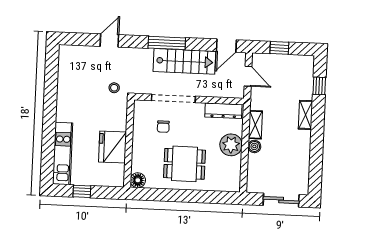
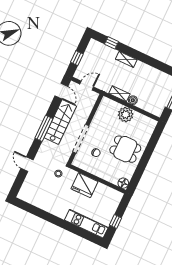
dresser: (223, 111) -> (102, 110), removed
fridge: (112, 147) -> (84, 185), moved
dining table: (184, 164) -> (125, 149), turned 90

